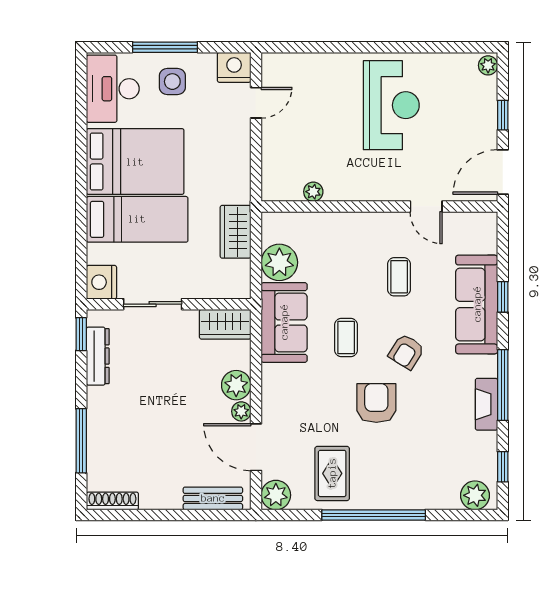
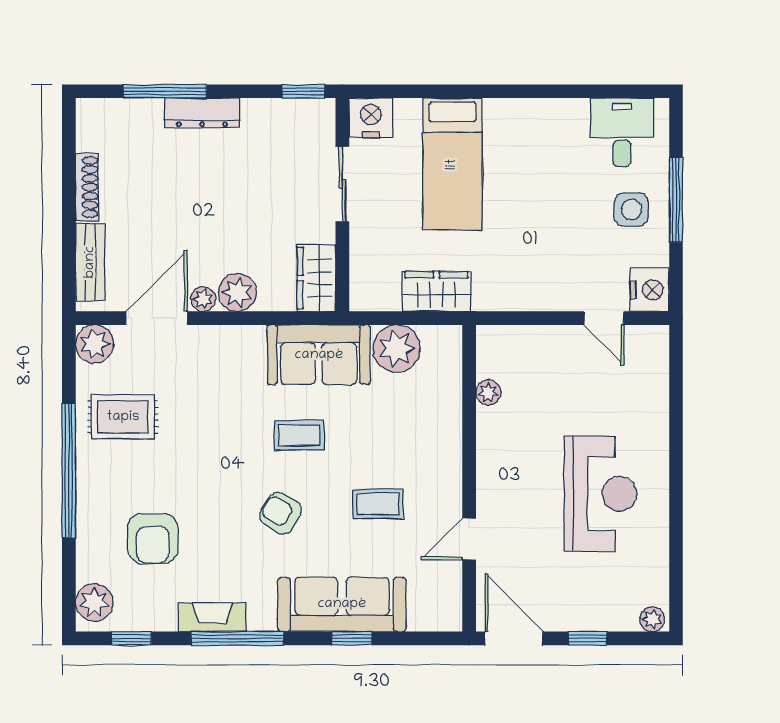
desk: (113, 89) -> (622, 132), width x0.73
reception desk: (391, 105) -> (601, 494), turned -90
bed: (135, 162) -> (528, 161), removed
dresser: (98, 356) -> (202, 113), moved
armchair: (376, 403) -> (153, 539), moved, turned 90
shoe rack: (112, 501) -> (87, 187), moved

